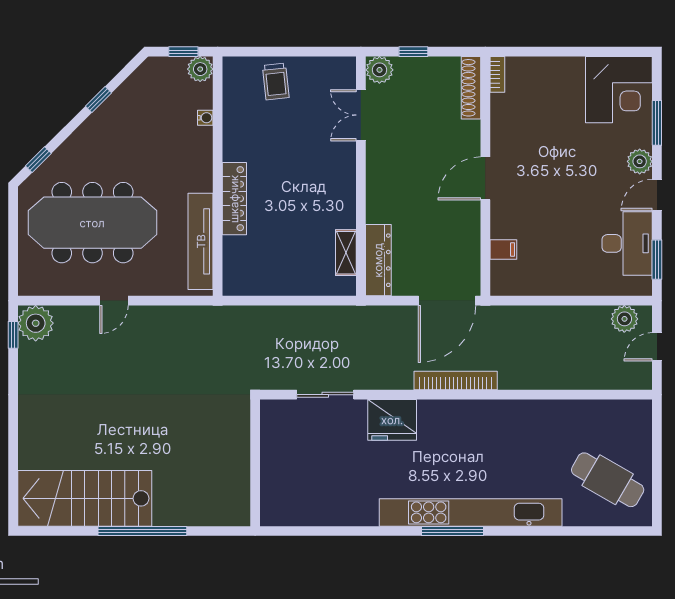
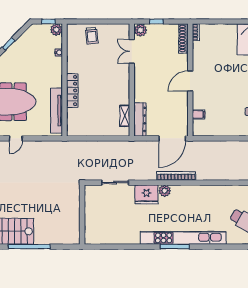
plant: (431, 412) -> (165, 191), added

